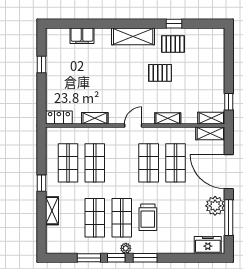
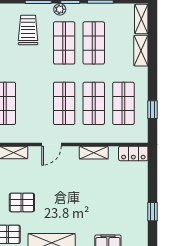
shop shelf: (149, 163) -> (64, 103), moved
window: (42, 183) -> (152, 110), moved
trolley: (148, 217) -> (28, 30), moved
shelving: (52, 239) -> (141, 19), added

